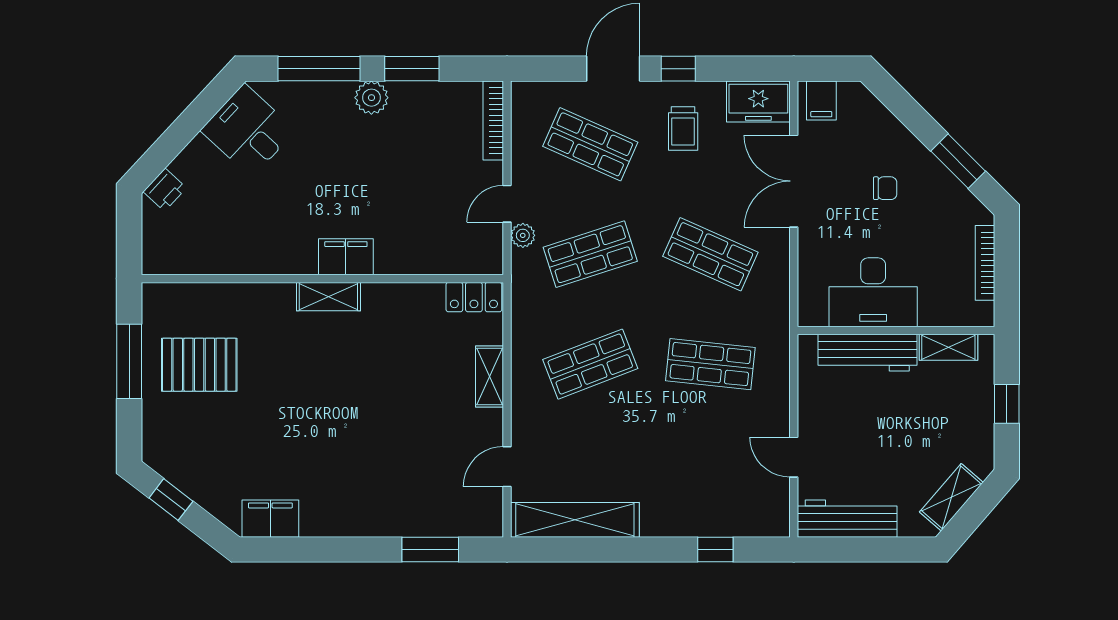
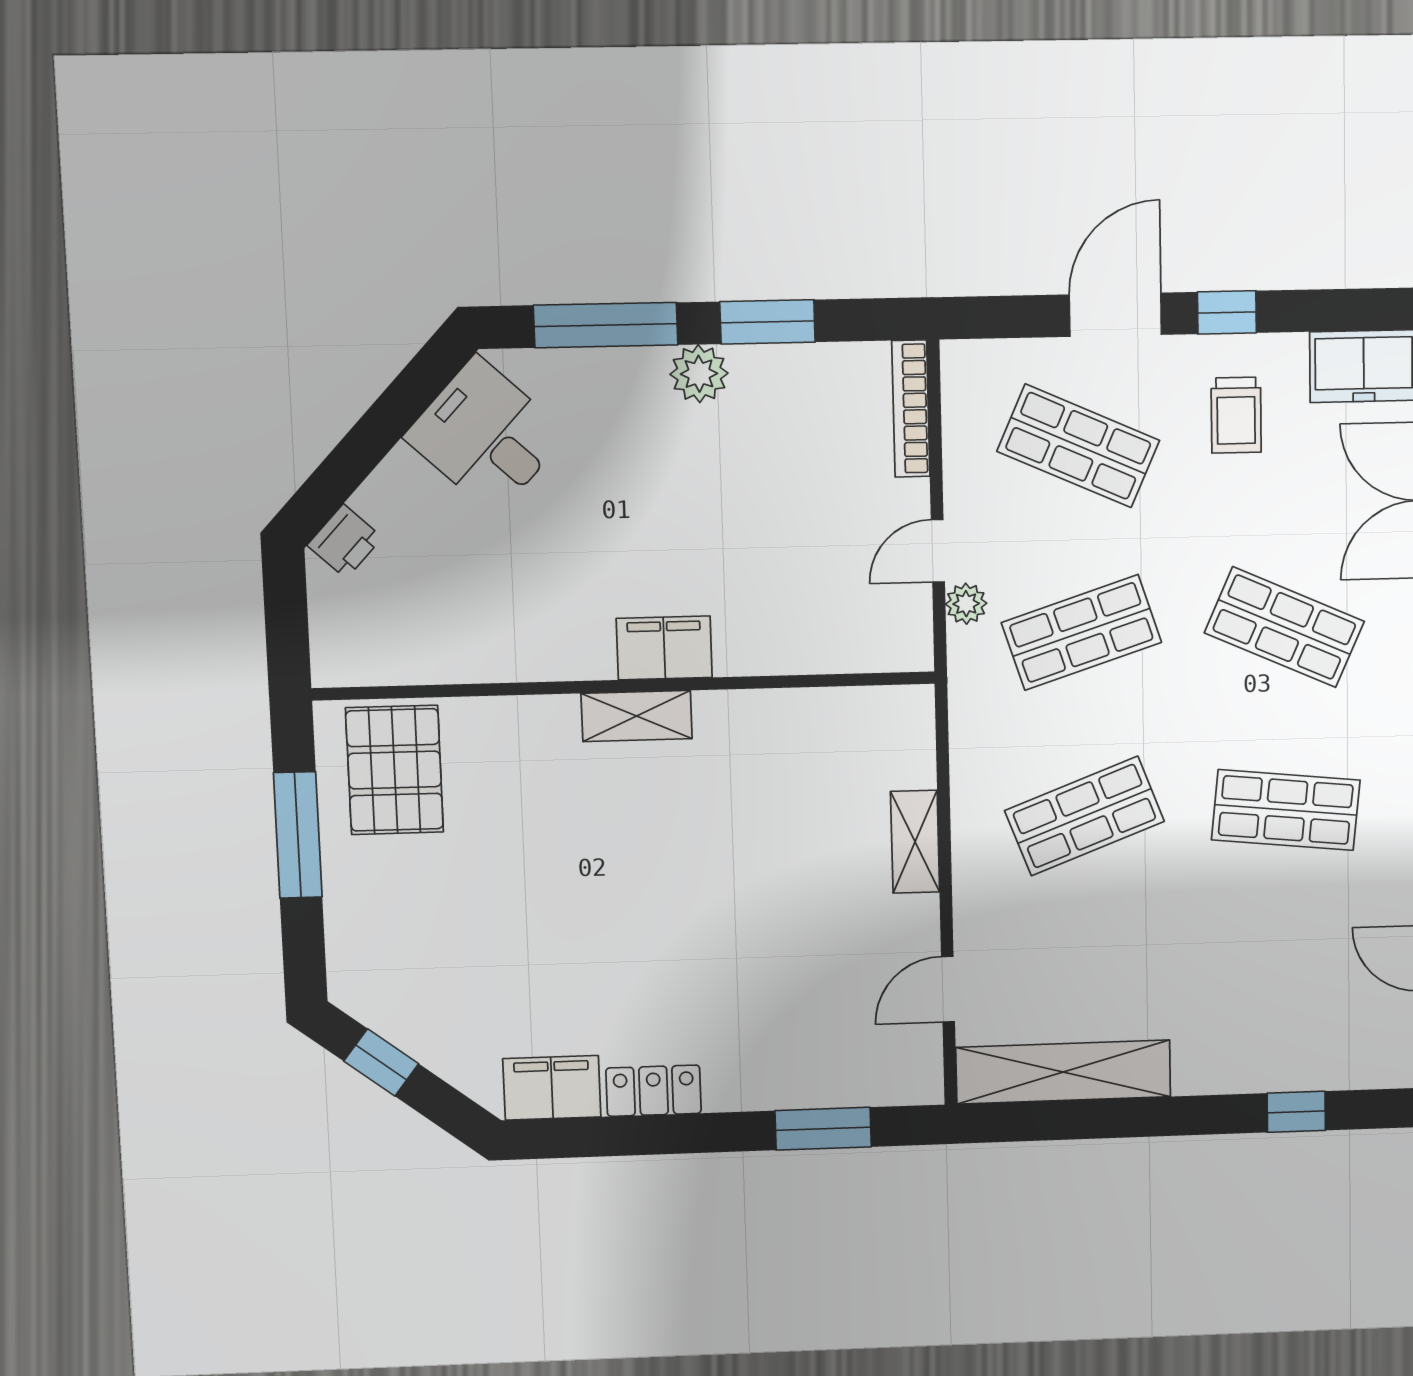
locker: (474, 297) -> (654, 1091), moved, turned 180
pallet: (199, 365) -> (395, 770), moved, turned 90

